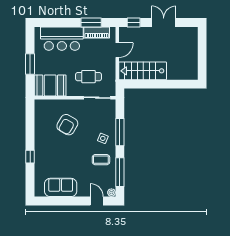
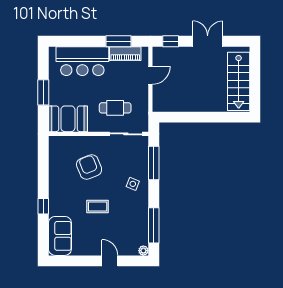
stairs: (143, 71) -> (239, 81), moved, turned -90
armchair: (67, 125) -> (89, 167), turned 128
window: (120, 132) -> (154, 163), moved
coffee table: (101, 160) -> (98, 206), moved
sofa: (61, 187) -> (60, 236), moved, turned 90
door: (97, 201) -> (110, 261), moved

